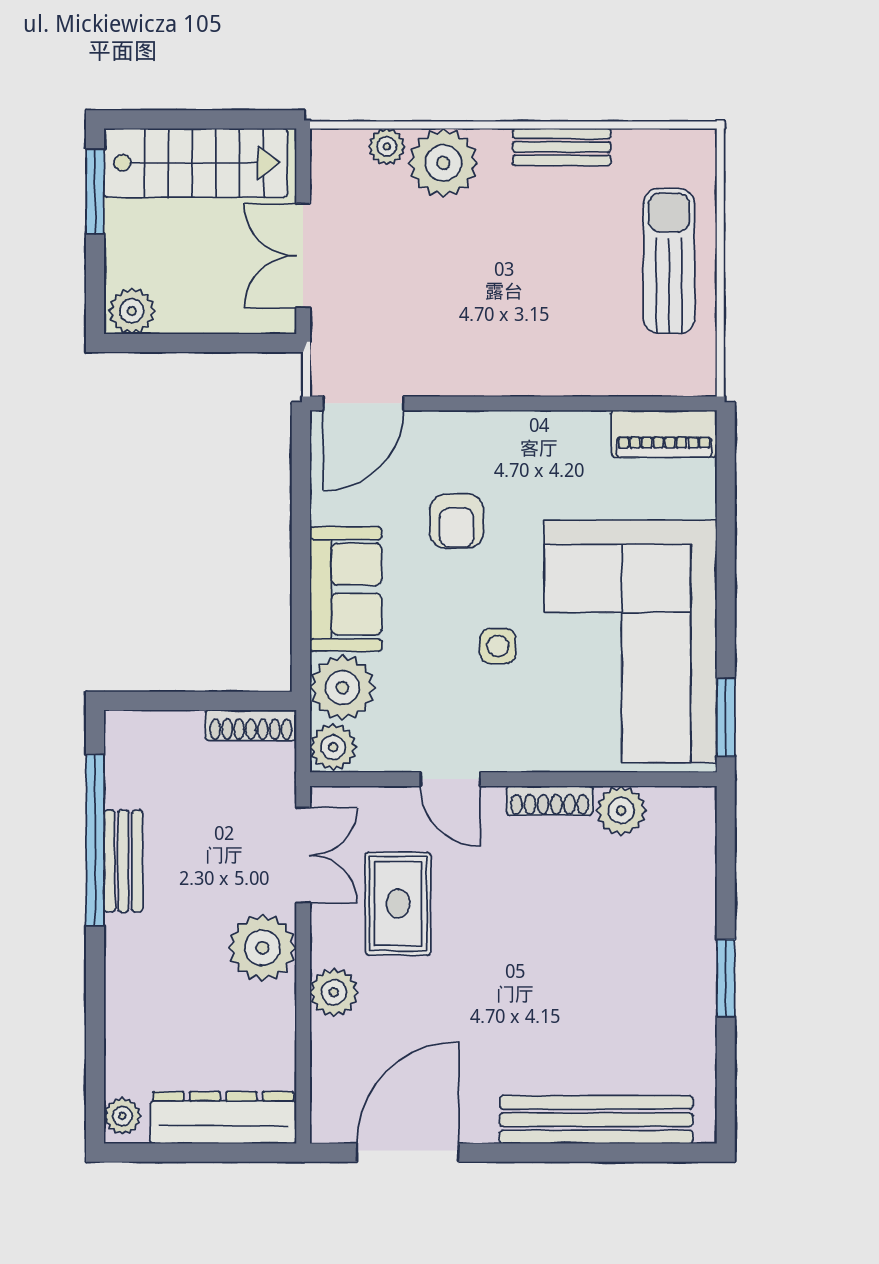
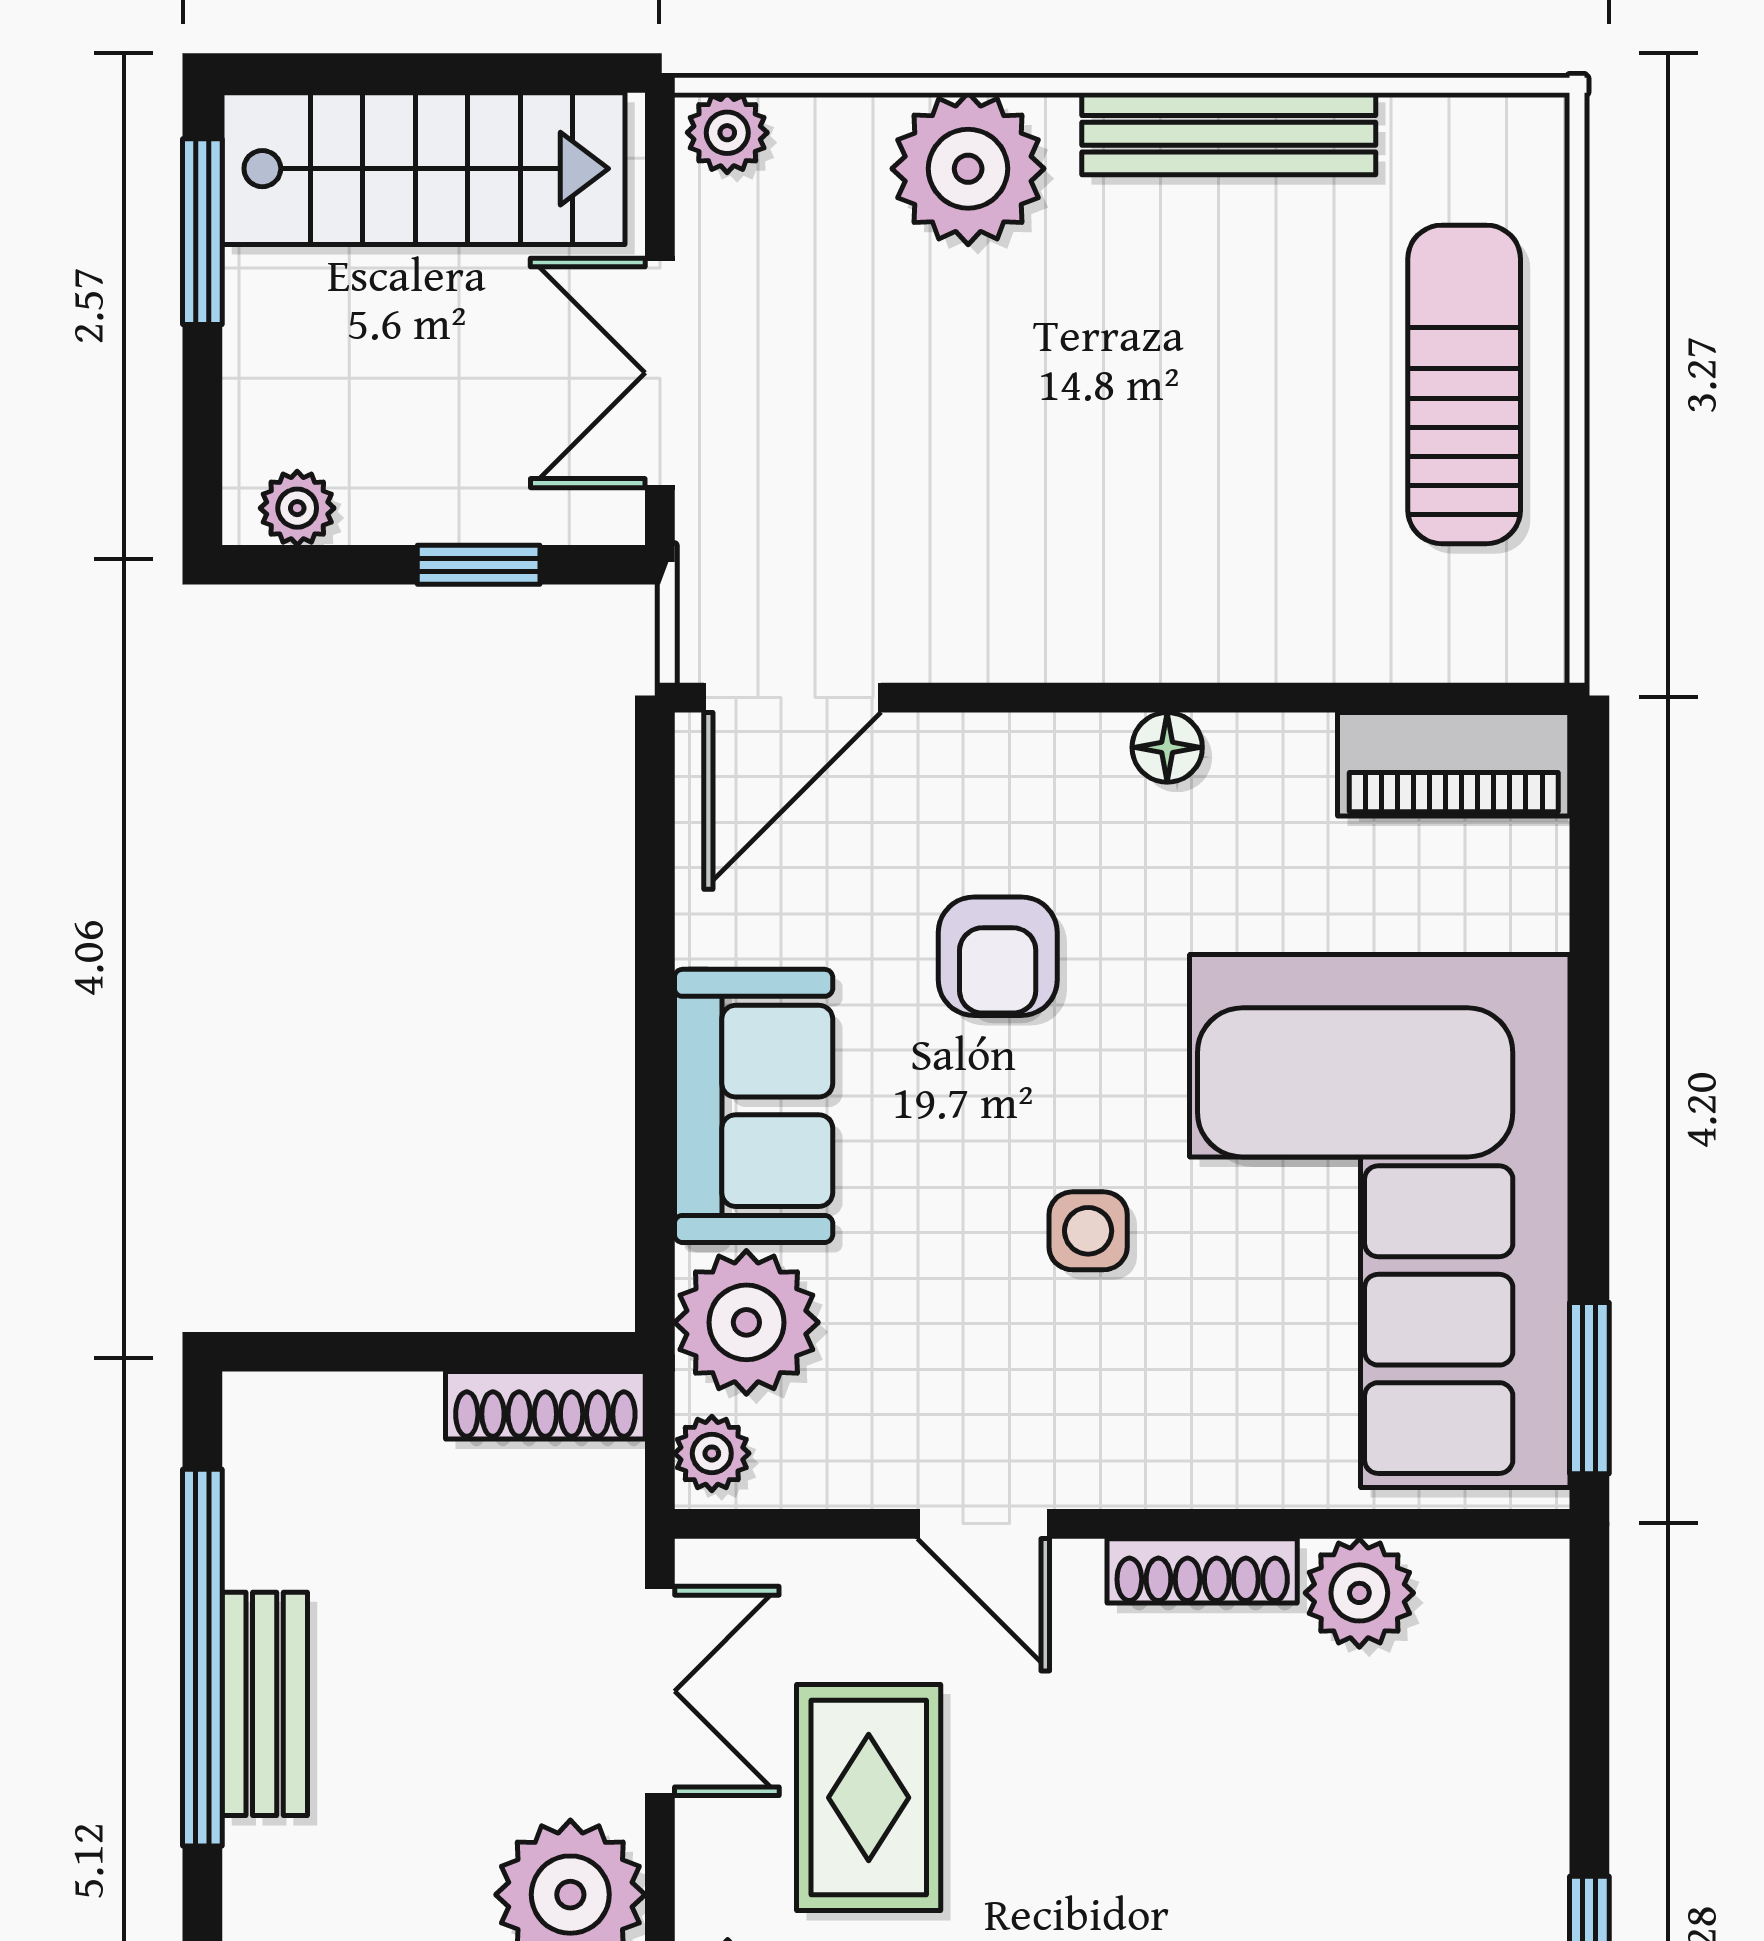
plant: (387, 147) -> (727, 133), moved
bench: (562, 147) -> (1229, 134), width x1.36
plant: (132, 311) -> (297, 508), width x0.73, depth x0.73
window: (221, 343) -> (479, 565), added
floor lamp: (534, 426) -> (1167, 747), added
plant: (333, 747) -> (712, 1453), width x0.73, depth x0.73

